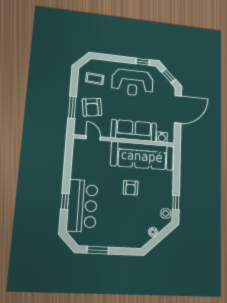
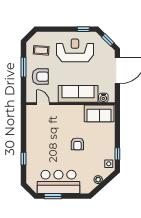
reception desk: (133, 83) -> (75, 50), turned 180
window: (72, 107) -> (23, 67), moved
armchair: (92, 107) -> (40, 77), turned -82
sofa: (142, 156) -> (99, 113), width x0.54, depth x0.79
bar counter: (82, 206) -> (58, 182), moved, turned -90

